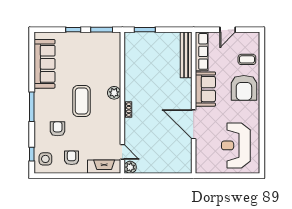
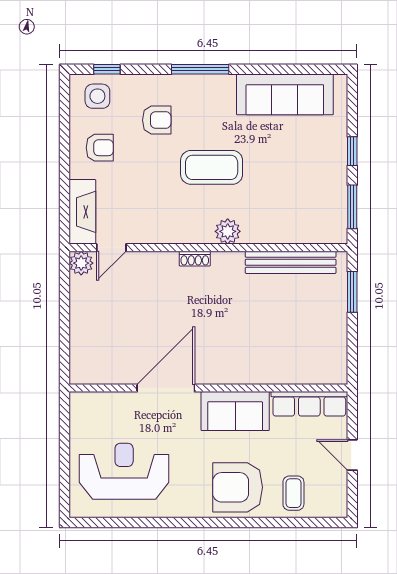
bench: (186, 55) -> (291, 262), moved

